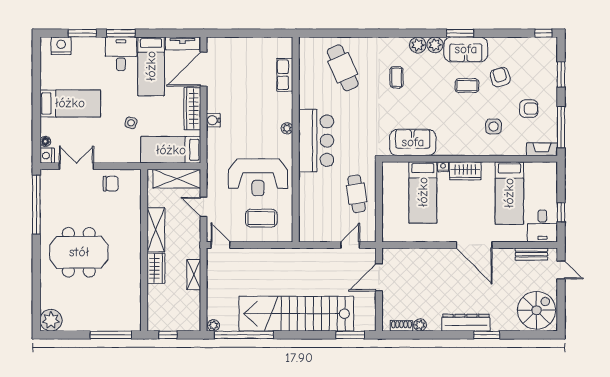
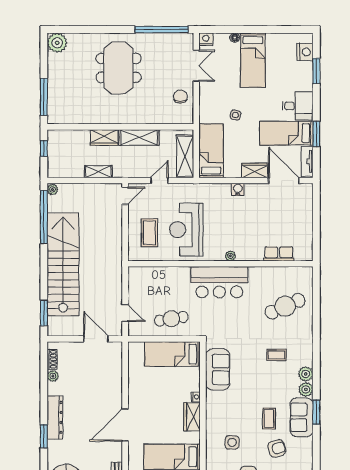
window: (121, 33) -> (316, 134), moved
wardrobe: (192, 109) -> (255, 170), width x0.67
floor lamp: (45, 141) -> (235, 38), moved
chair: (111, 184) -> (180, 97), turned 180
bed: (423, 192) -> (172, 354), moved

